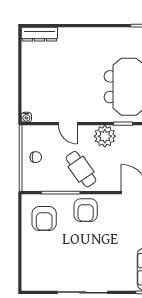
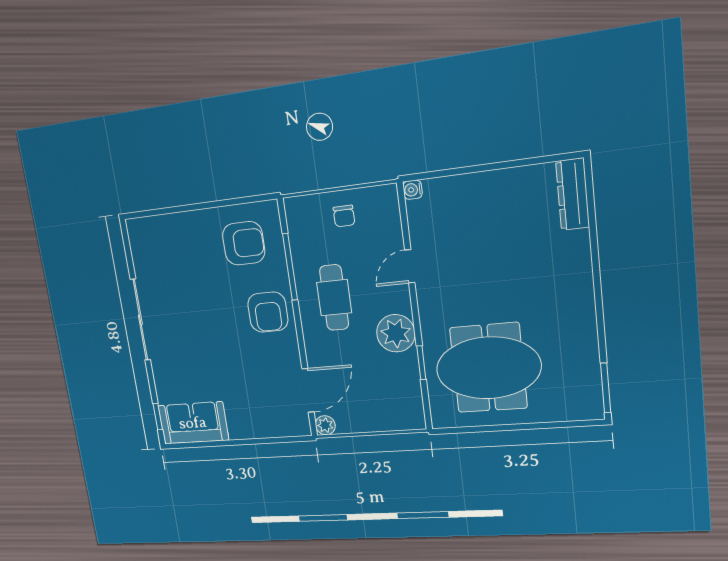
cafe table: (81, 169) -> (334, 298), turned -55
armchair: (86, 210) -> (268, 312), turned -90
armchair: (44, 219) -> (244, 243), turned 180

